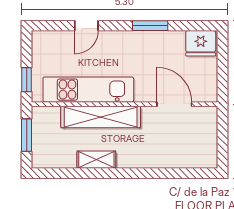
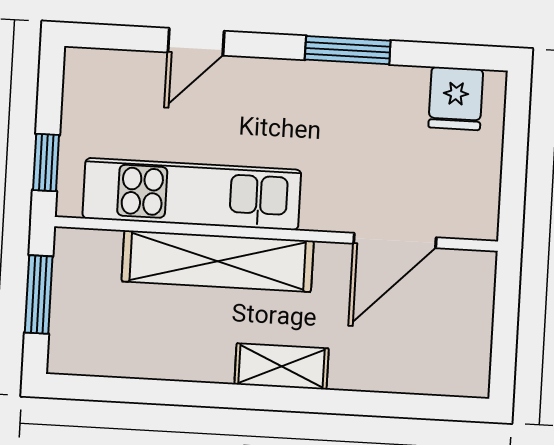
fridge: (201, 43) -> (456, 98), width x0.72
door: (174, 104) -> (395, 240), swing flipped
shelving: (96, 160) -> (282, 366), moved

